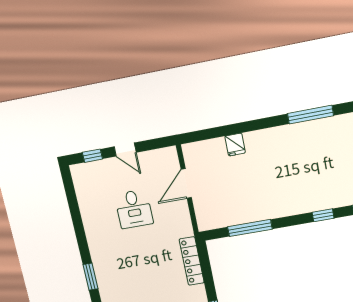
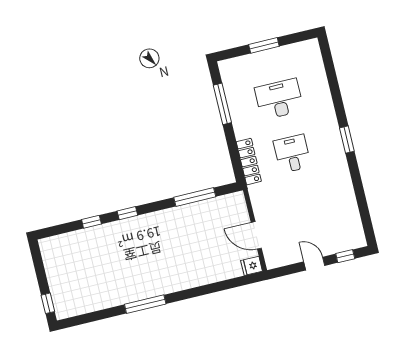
fridge: (235, 145) -> (252, 266), moved, turned -90
door: (186, 183) -> (256, 235), swing flipped
desk: (134, 209) -> (292, 154), moved

